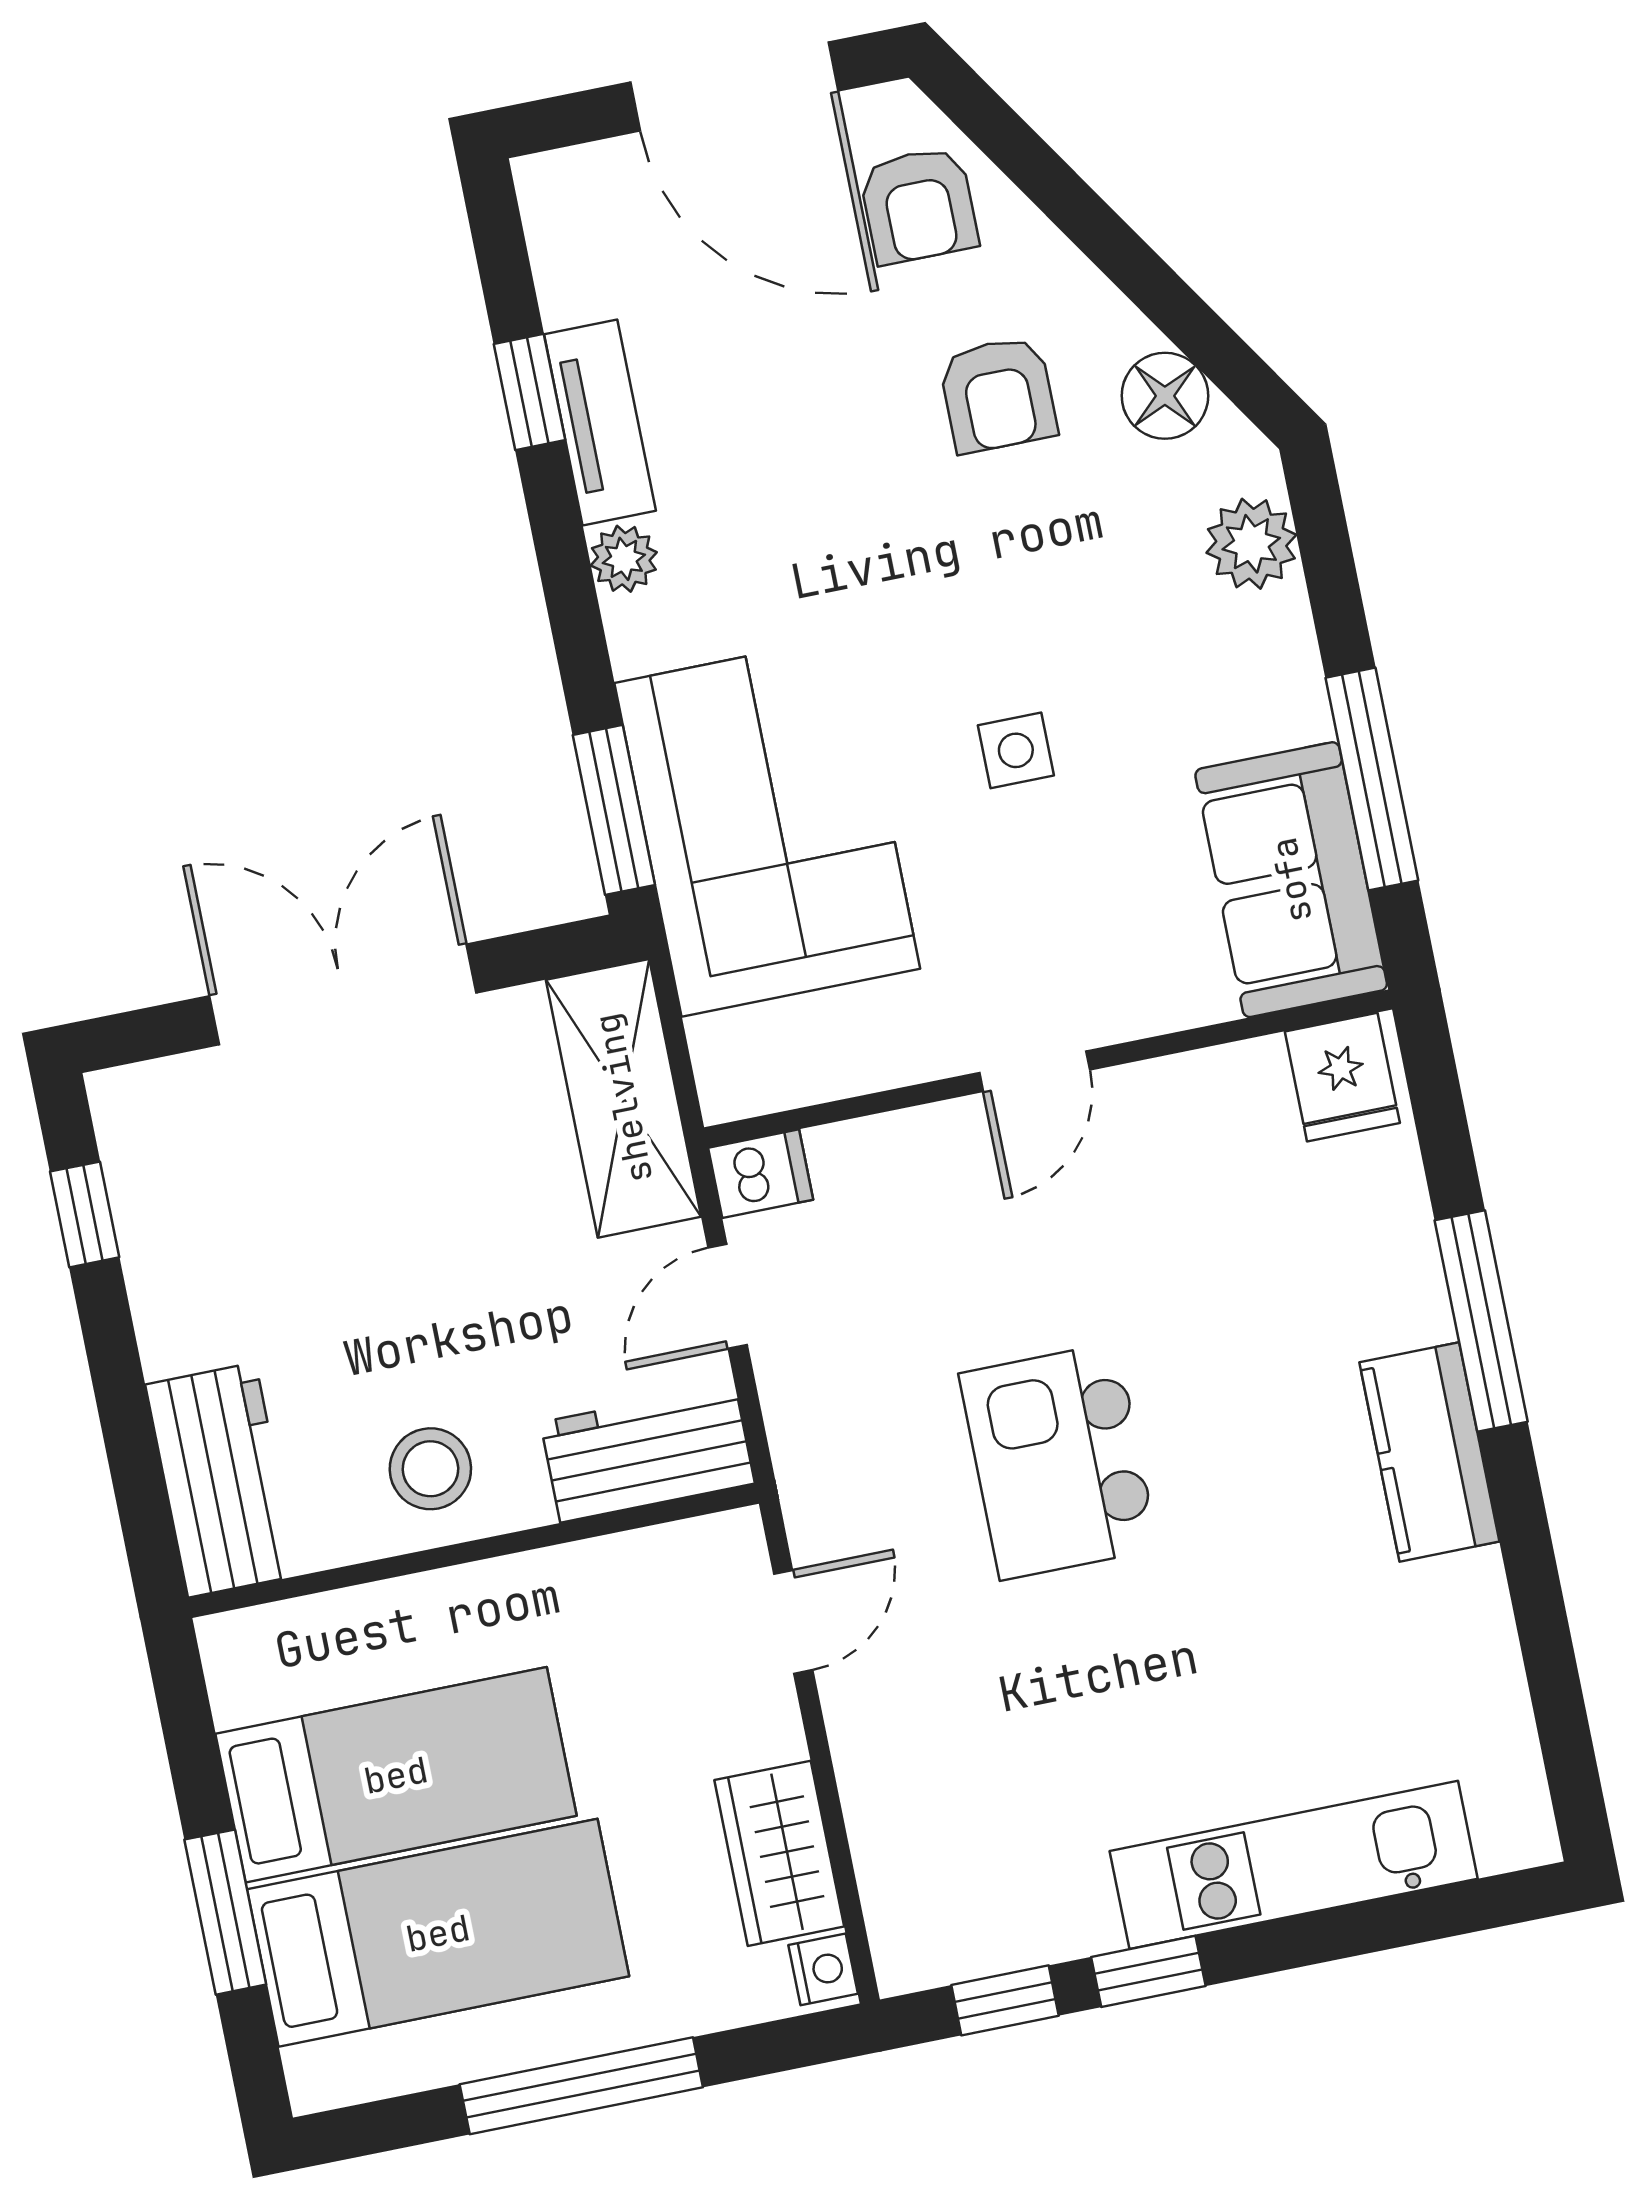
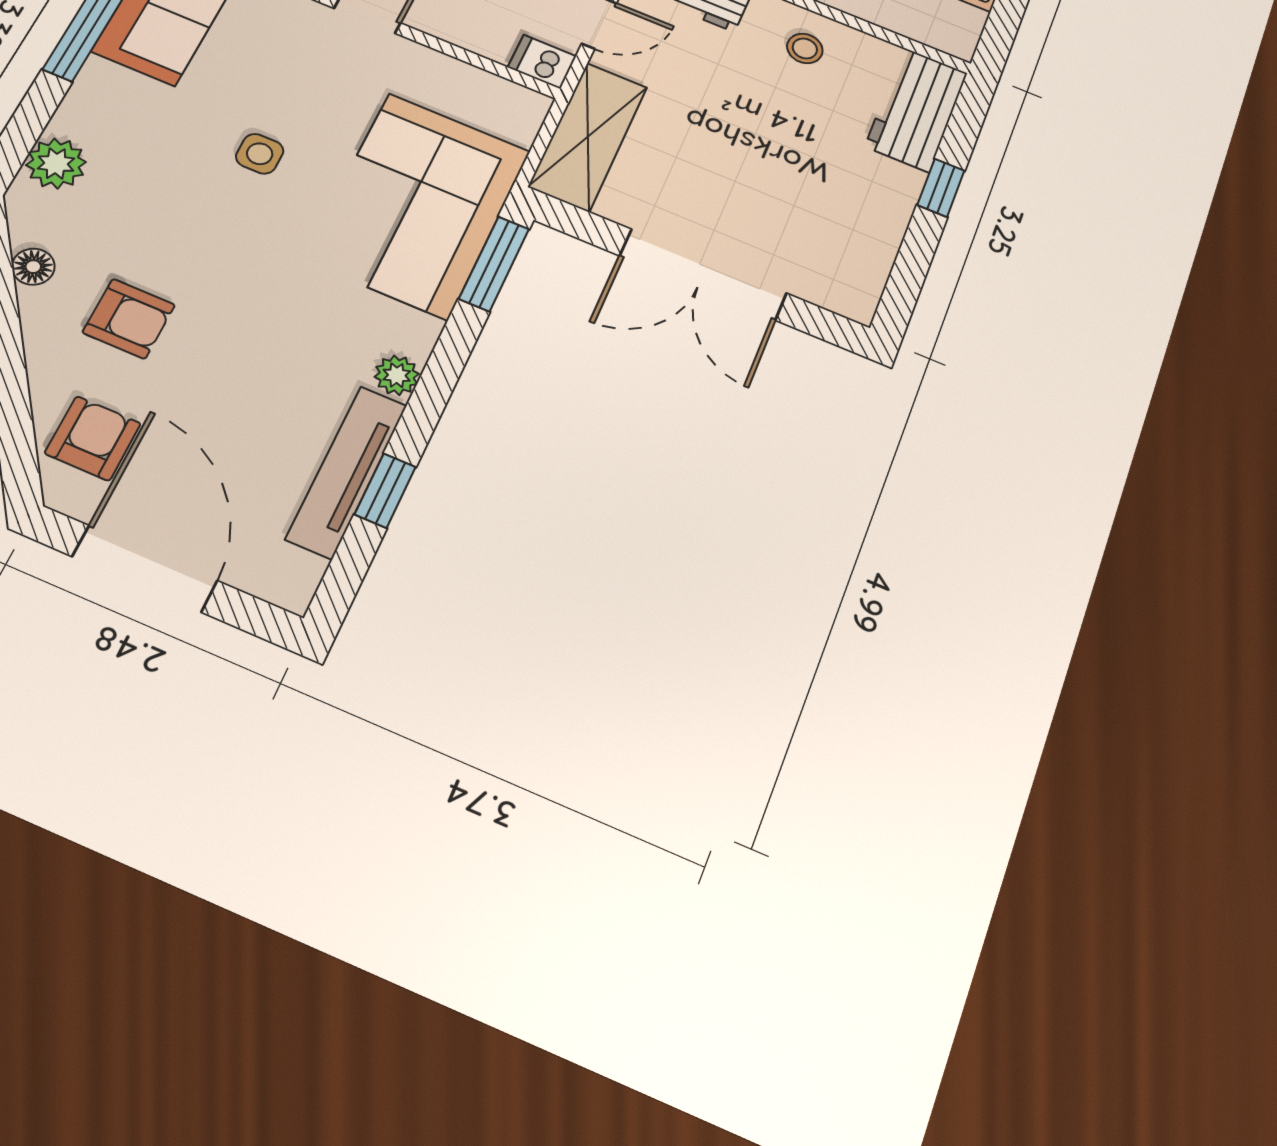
armchair: (998, 395) -> (129, 319), turned 90
floor lamp: (1165, 396) -> (33, 267), width x0.73, depth x0.73
tv unit: (600, 423) -> (347, 472), width x1.41
window: (85, 1214) -> (941, 188), moved
stool: (430, 1469) -> (805, 48), width x0.73, depth x0.73

